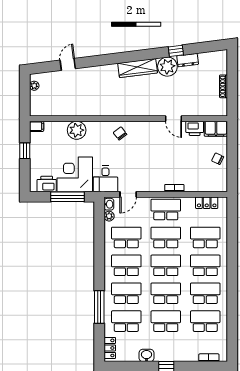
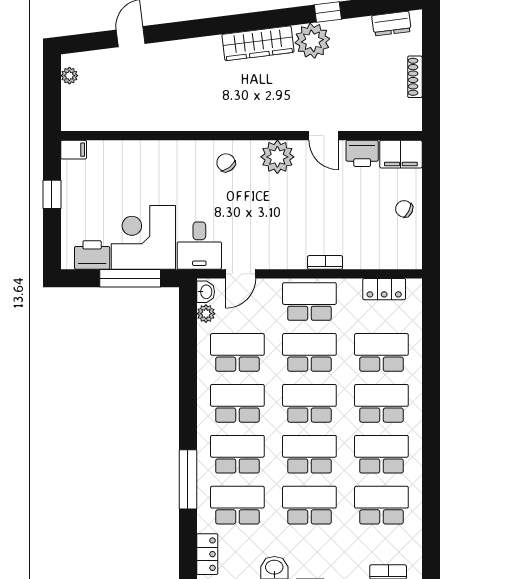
dresser: (188, 60) -> (391, 24), moved
plant: (77, 130) -> (277, 157), moved

